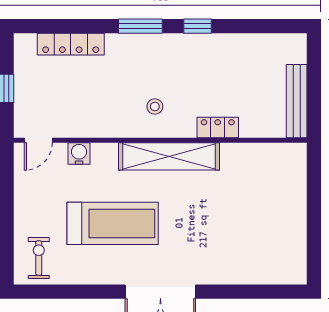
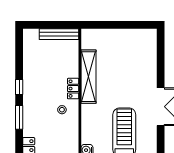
locker: (218, 127) -> (73, 89), moved
shelving: (169, 156) -> (88, 77), moved

